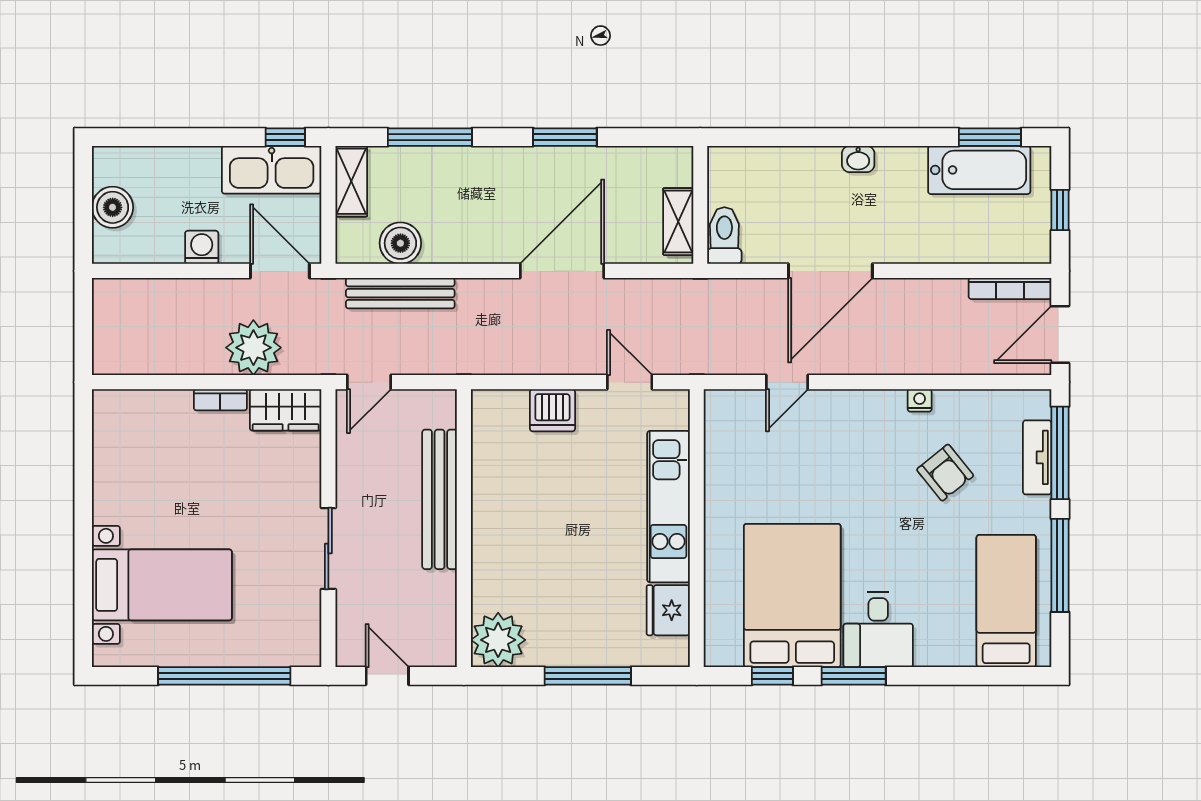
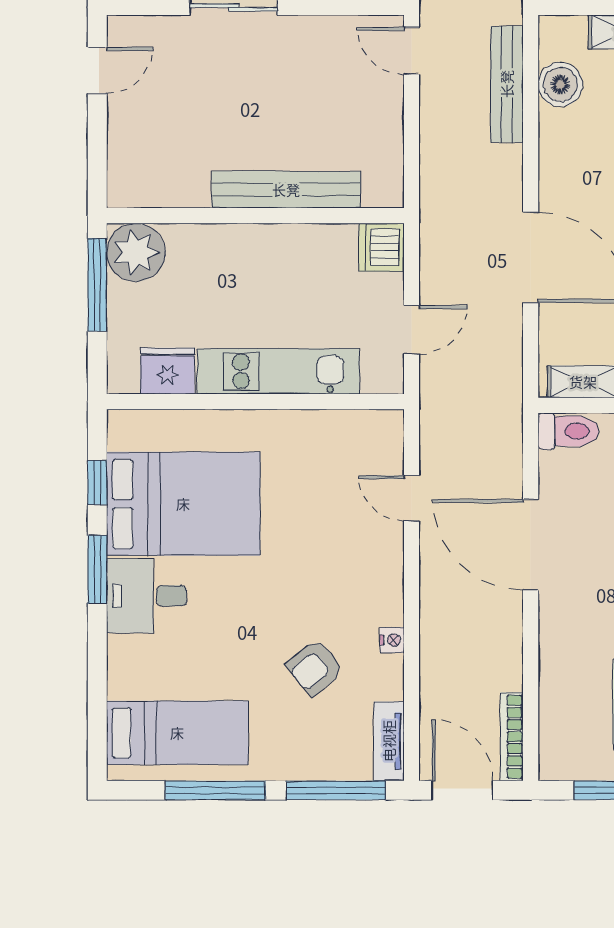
tv unit: (1037, 457) -> (389, 741), moved, turned -90
bench: (440, 499) -> (286, 190), moved
wall: (464, 528) -> (255, 216), moved
plant: (498, 640) -> (136, 252), moved

